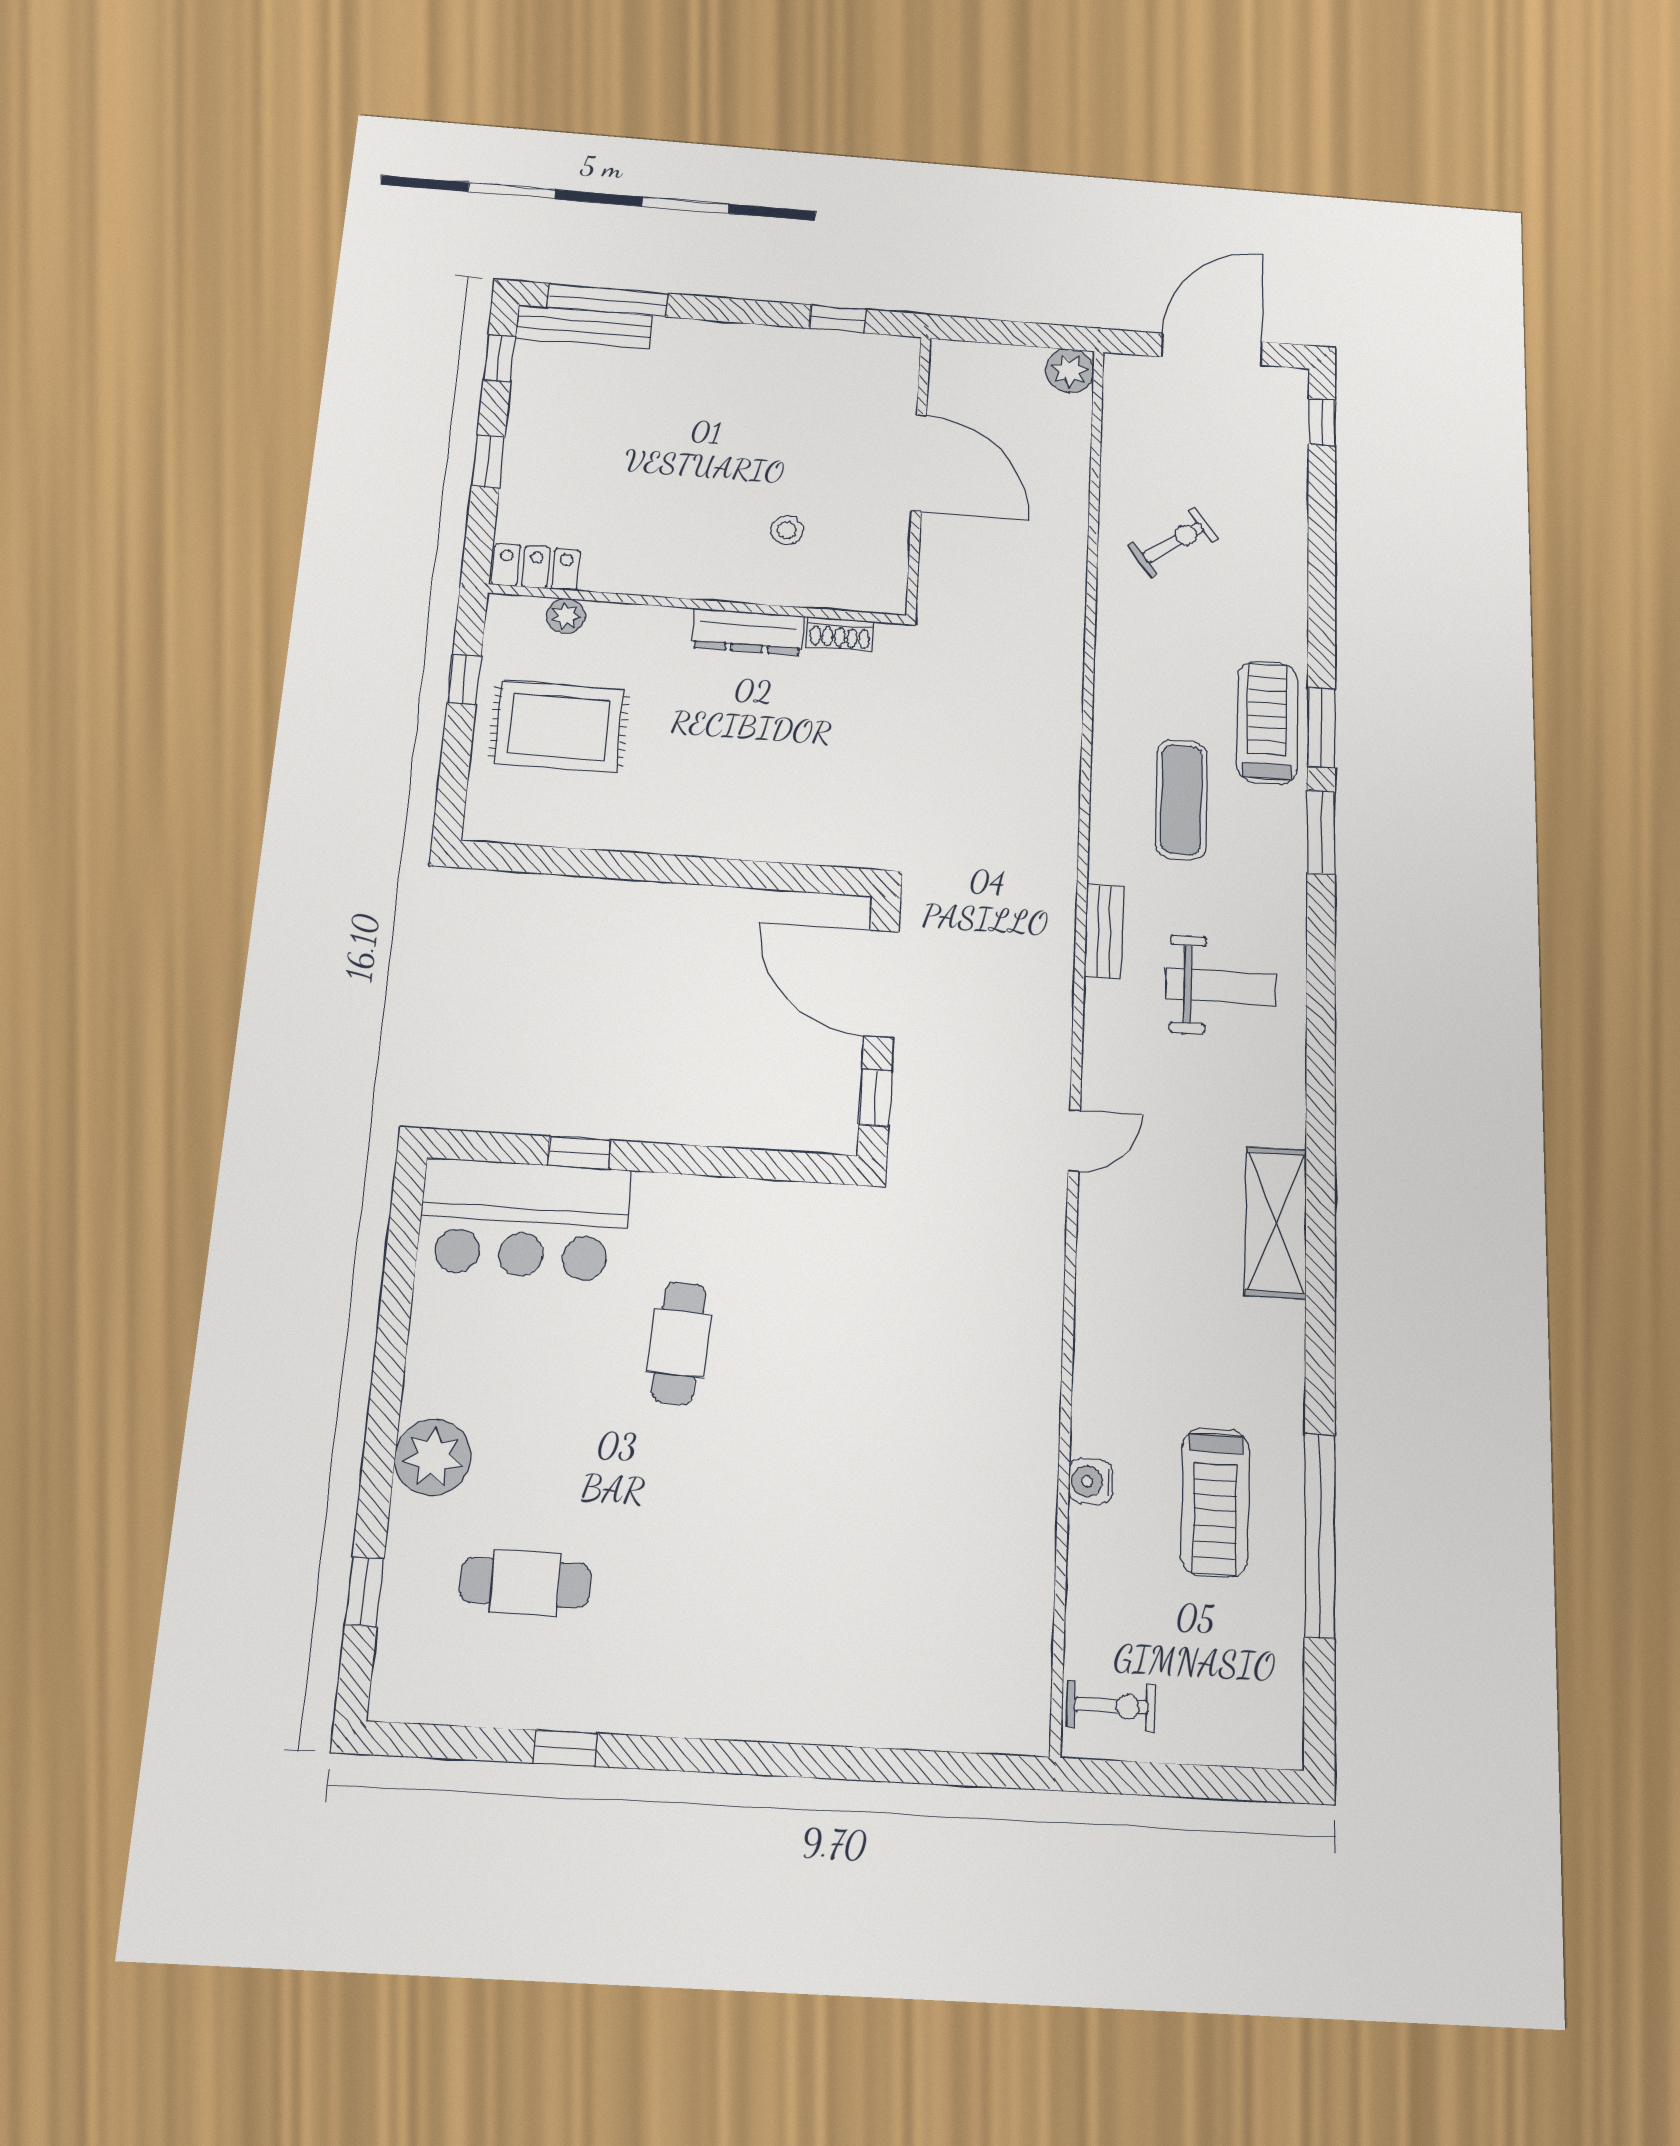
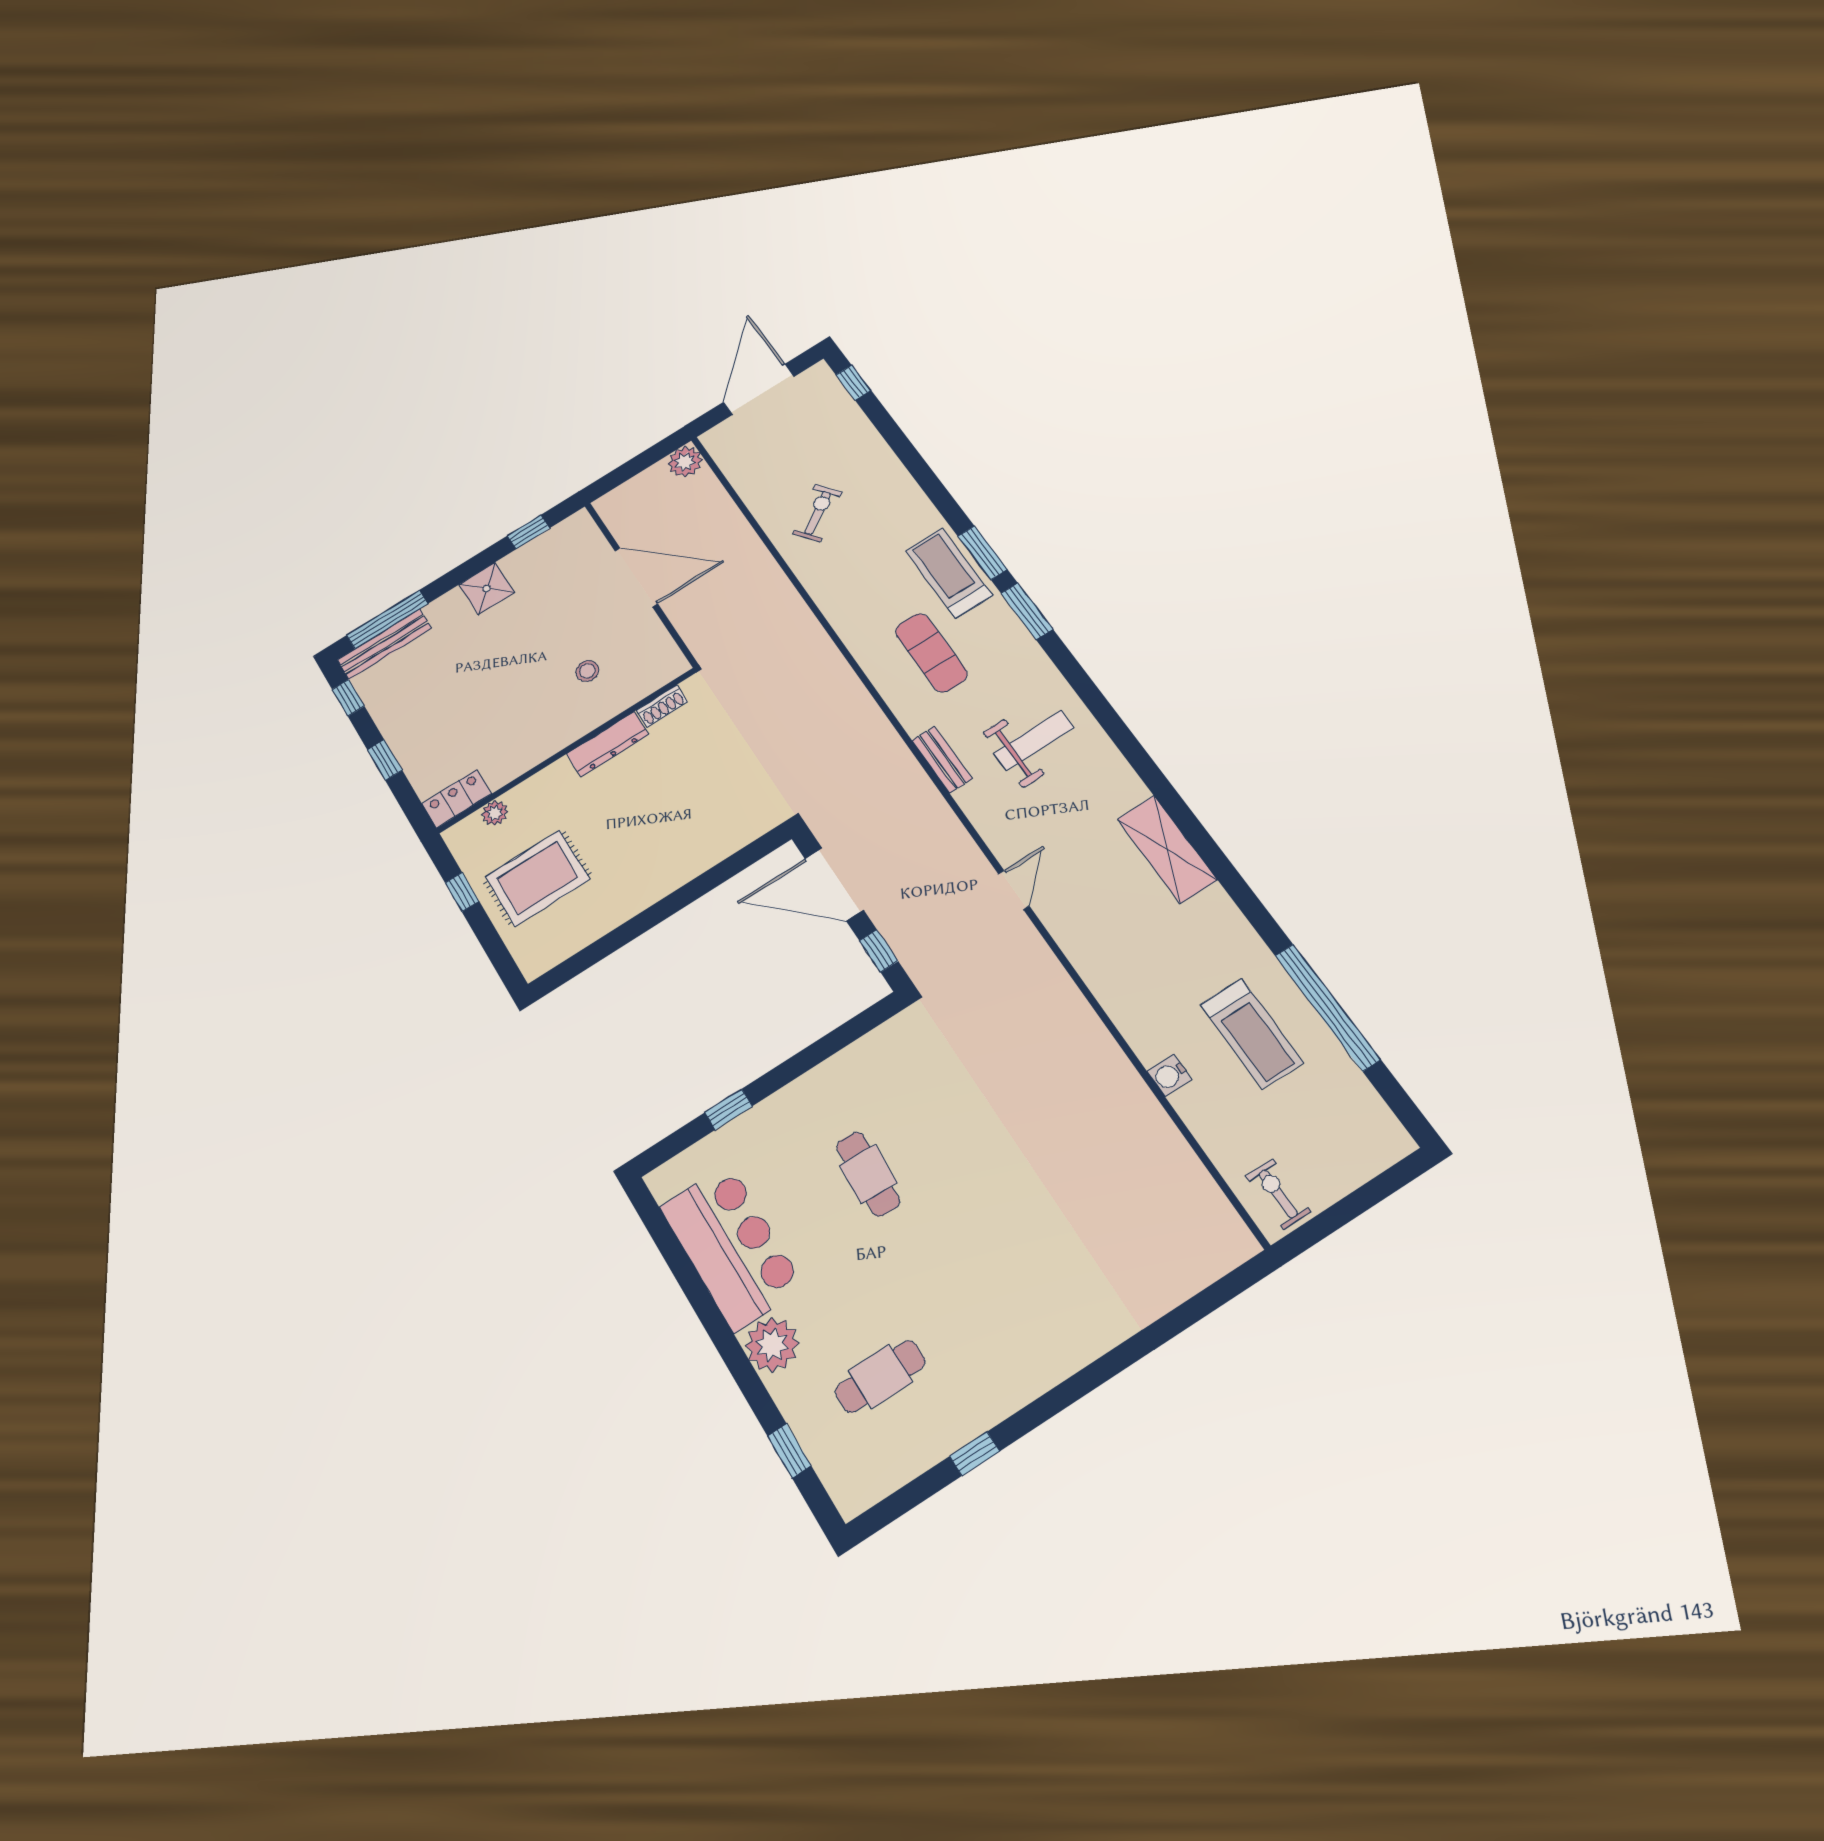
shower: (744, 349) -> (487, 588), added
bar counter: (524, 1220) -> (732, 1247), moved, turned -90
exercise bike: (1111, 1706) -> (1278, 1194), turned -90

